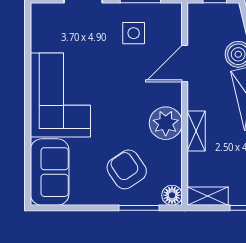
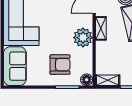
shelving: (196, 131) -> (101, 28), moved
armchair: (127, 169) -> (60, 65), turned 124

